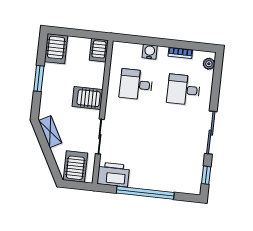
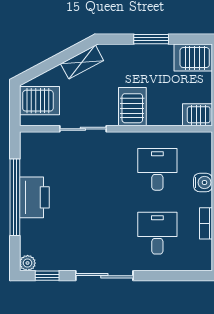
plant: (209, 64) -> (28, 263), moved
printer: (113, 175) -> (34, 197), moved

